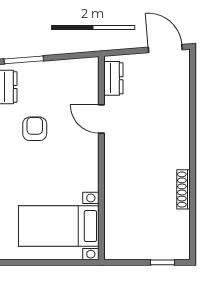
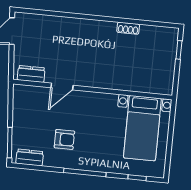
armchair: (35, 129) -> (64, 139), turned 180
shoe rack: (184, 189) -> (128, 28), width x0.70

